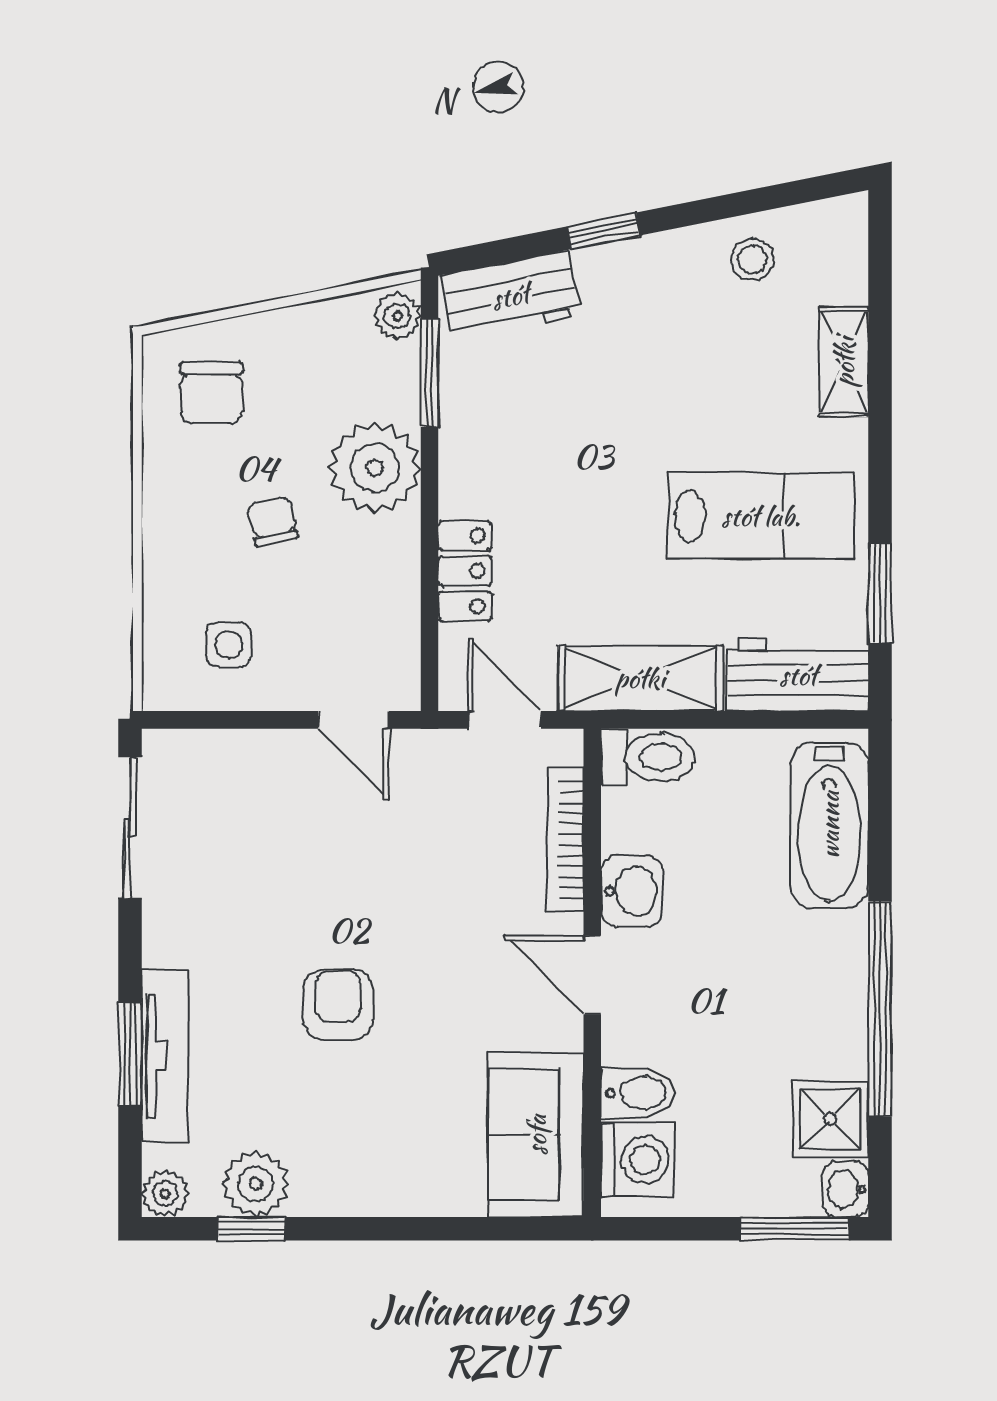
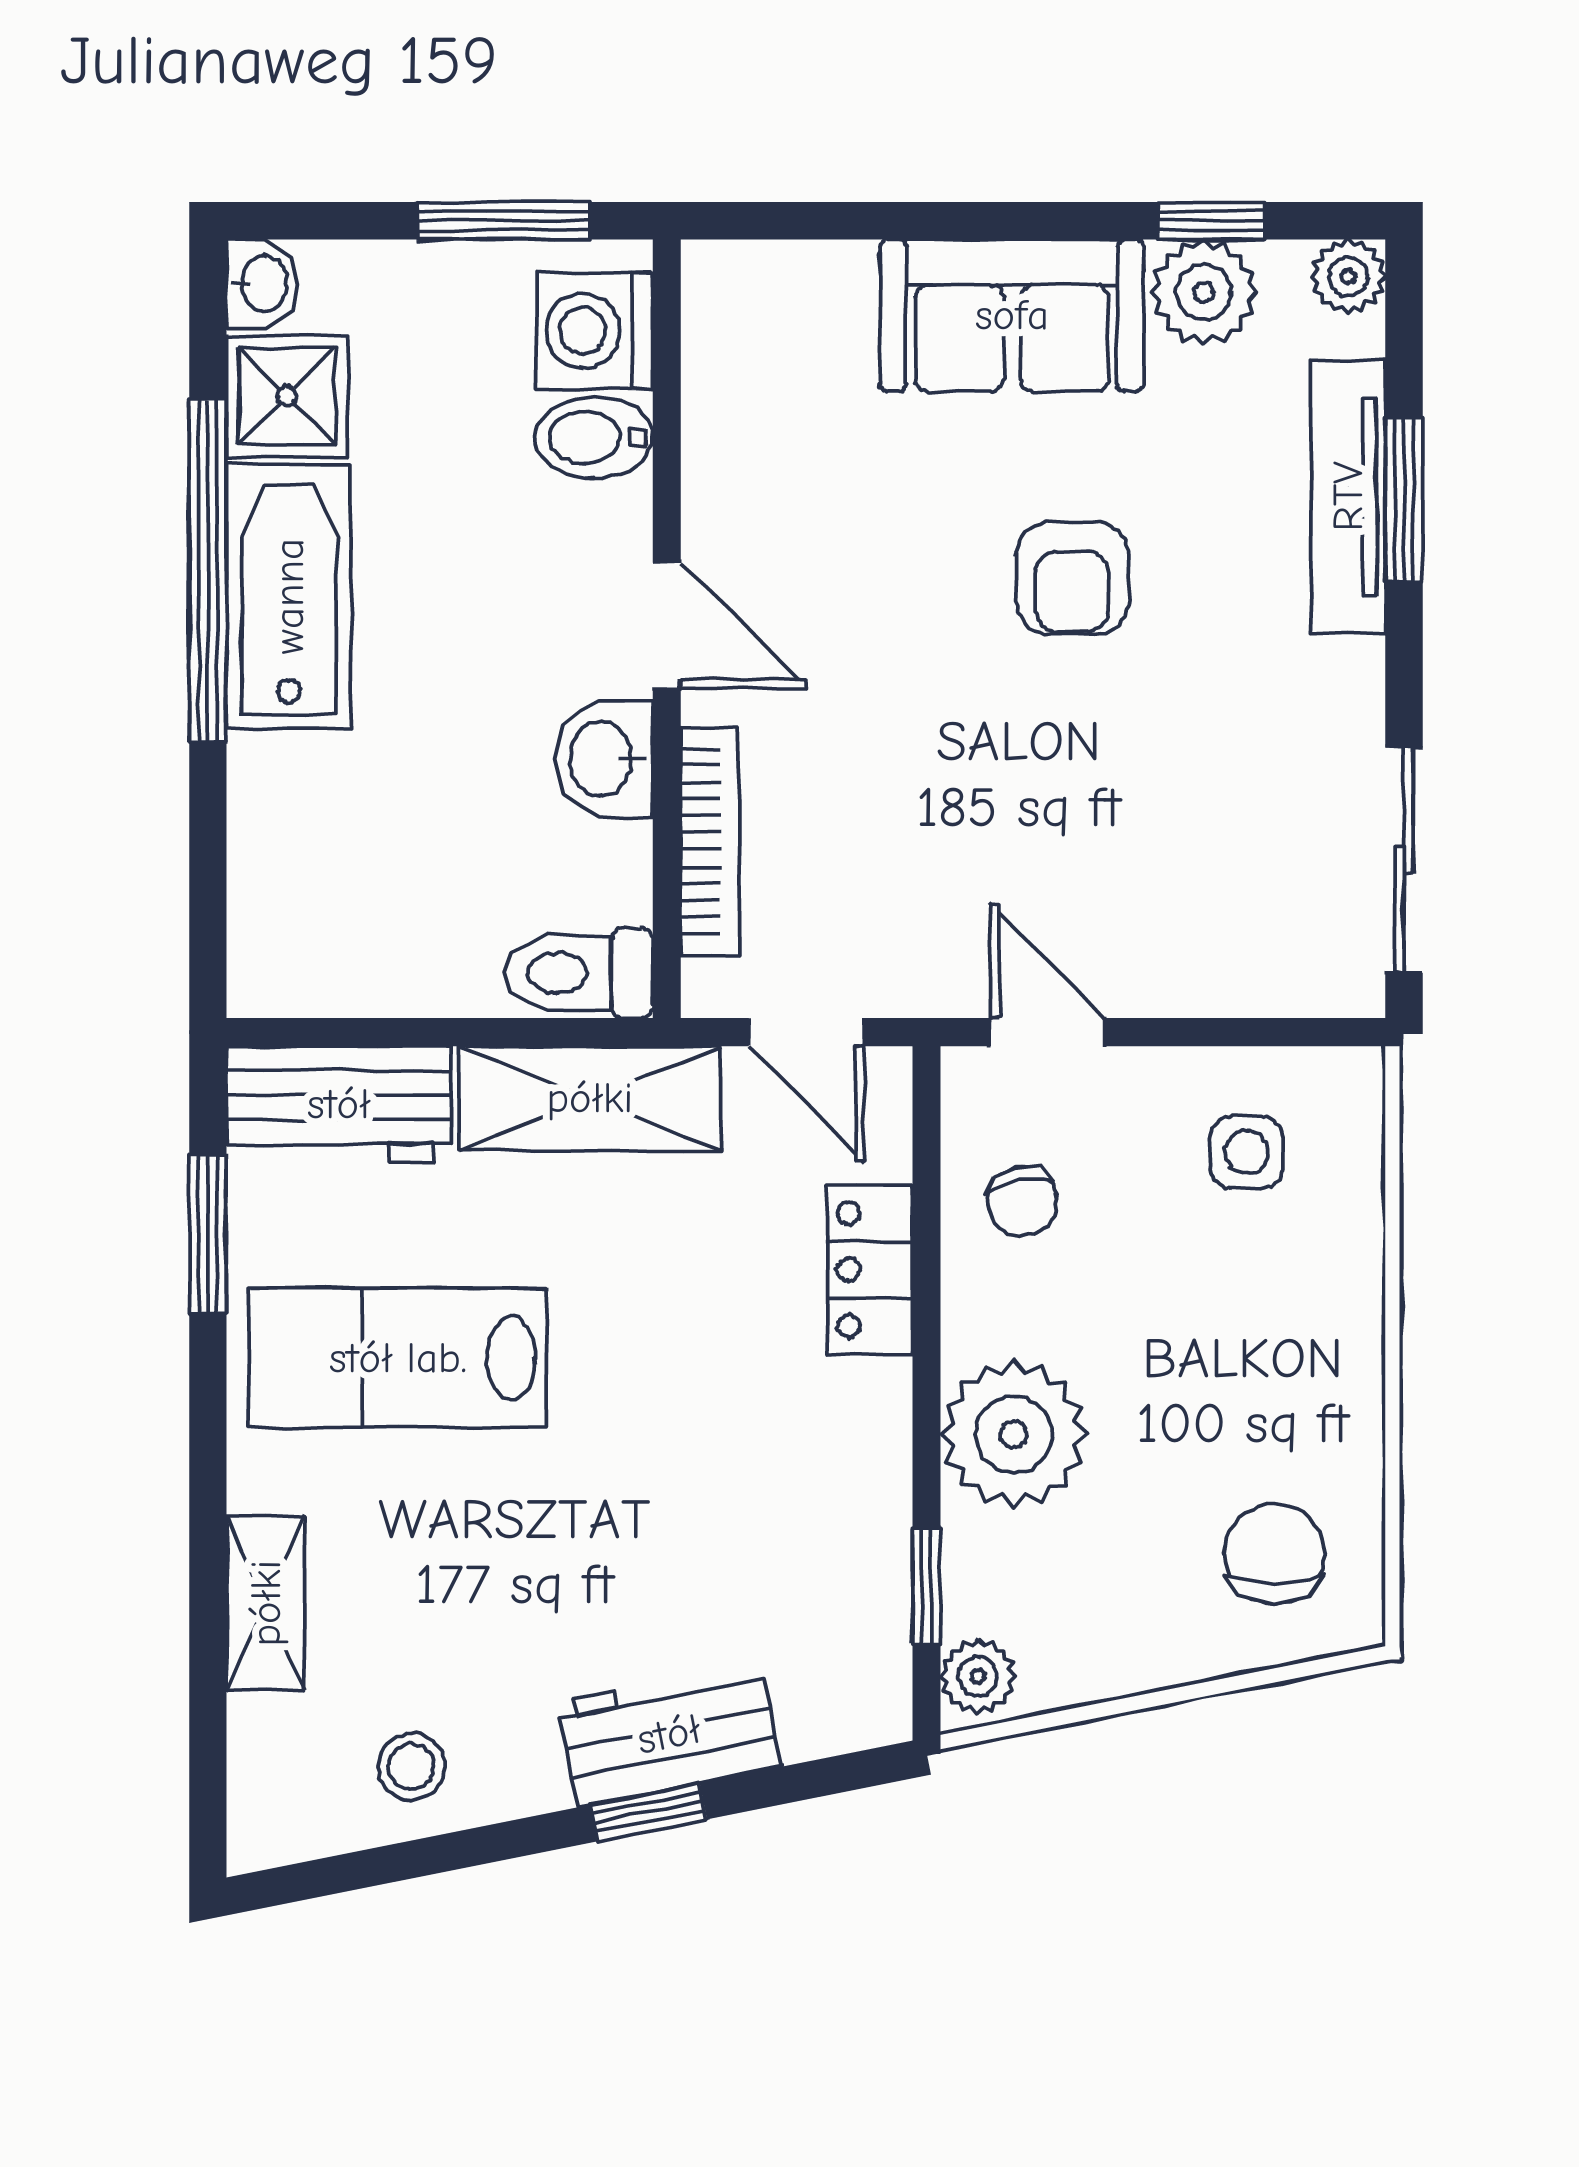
workbench: (510, 296) -> (669, 1734), moved
window: (429, 373) -> (926, 1586), width x0.67
chair: (273, 521) -> (1023, 1201), moved
bathtub: (829, 825) -> (289, 596), moved
sofa: (536, 1135) -> (1012, 315), moved, turned 90
window: (795, 1229) -> (504, 221), moved

